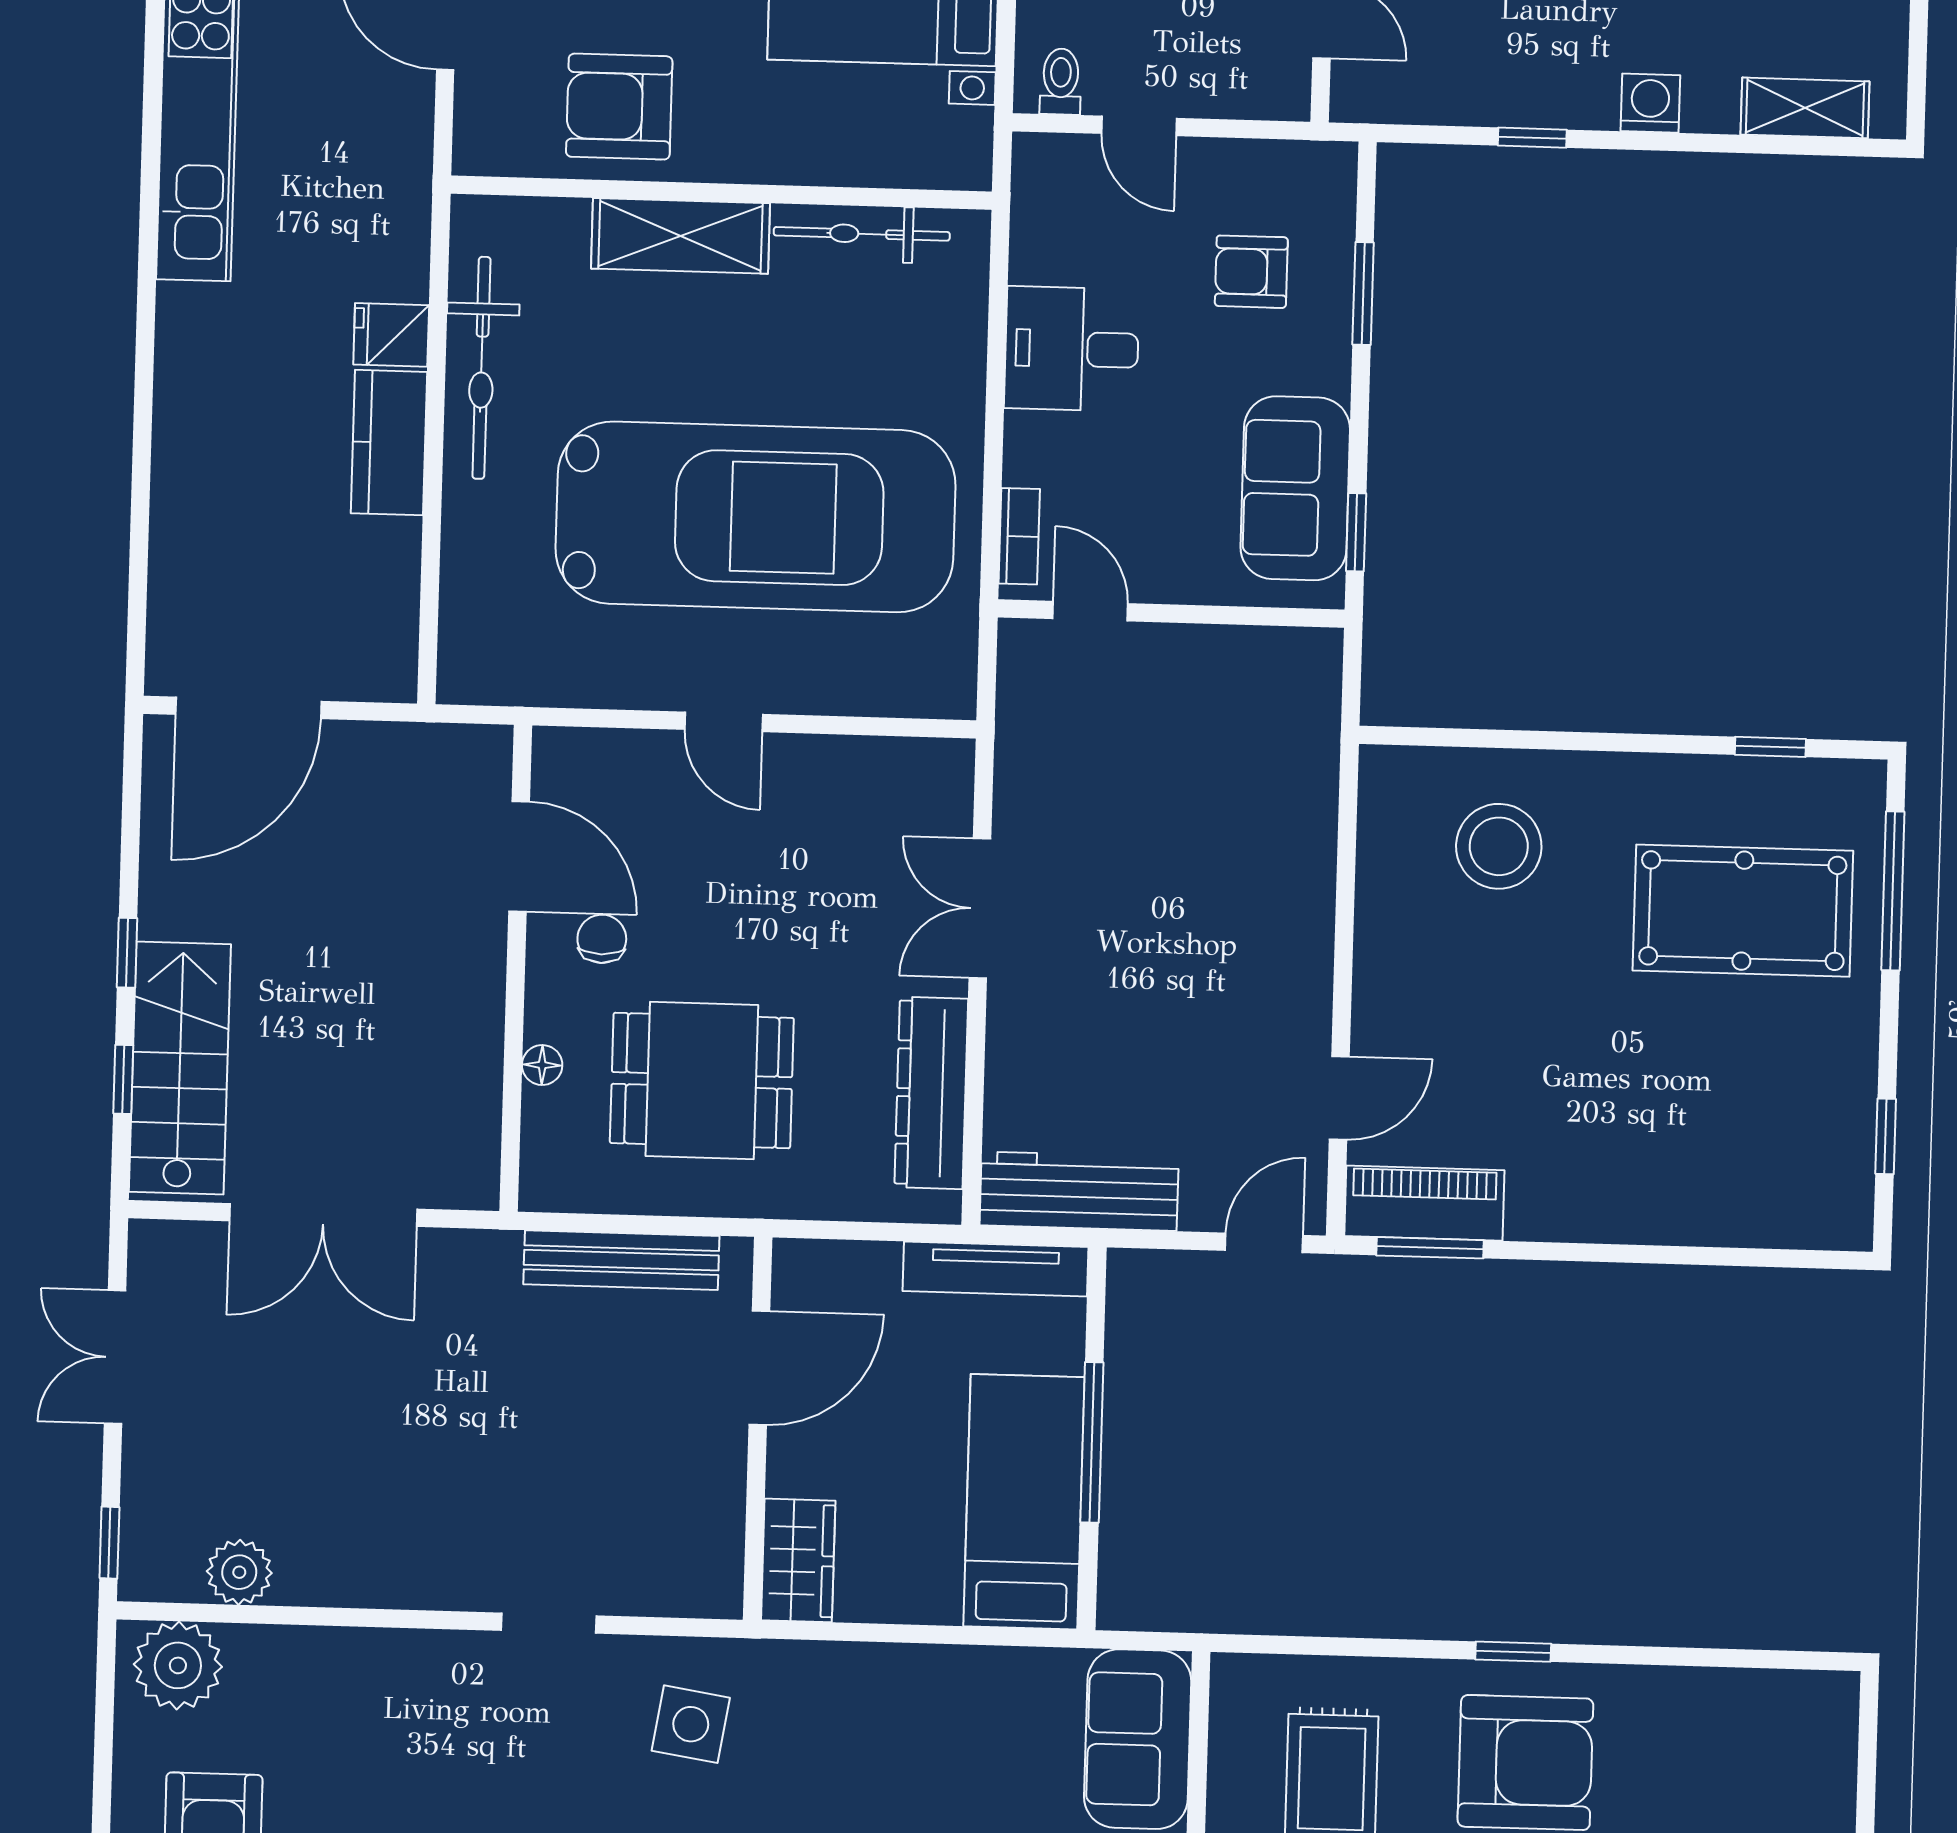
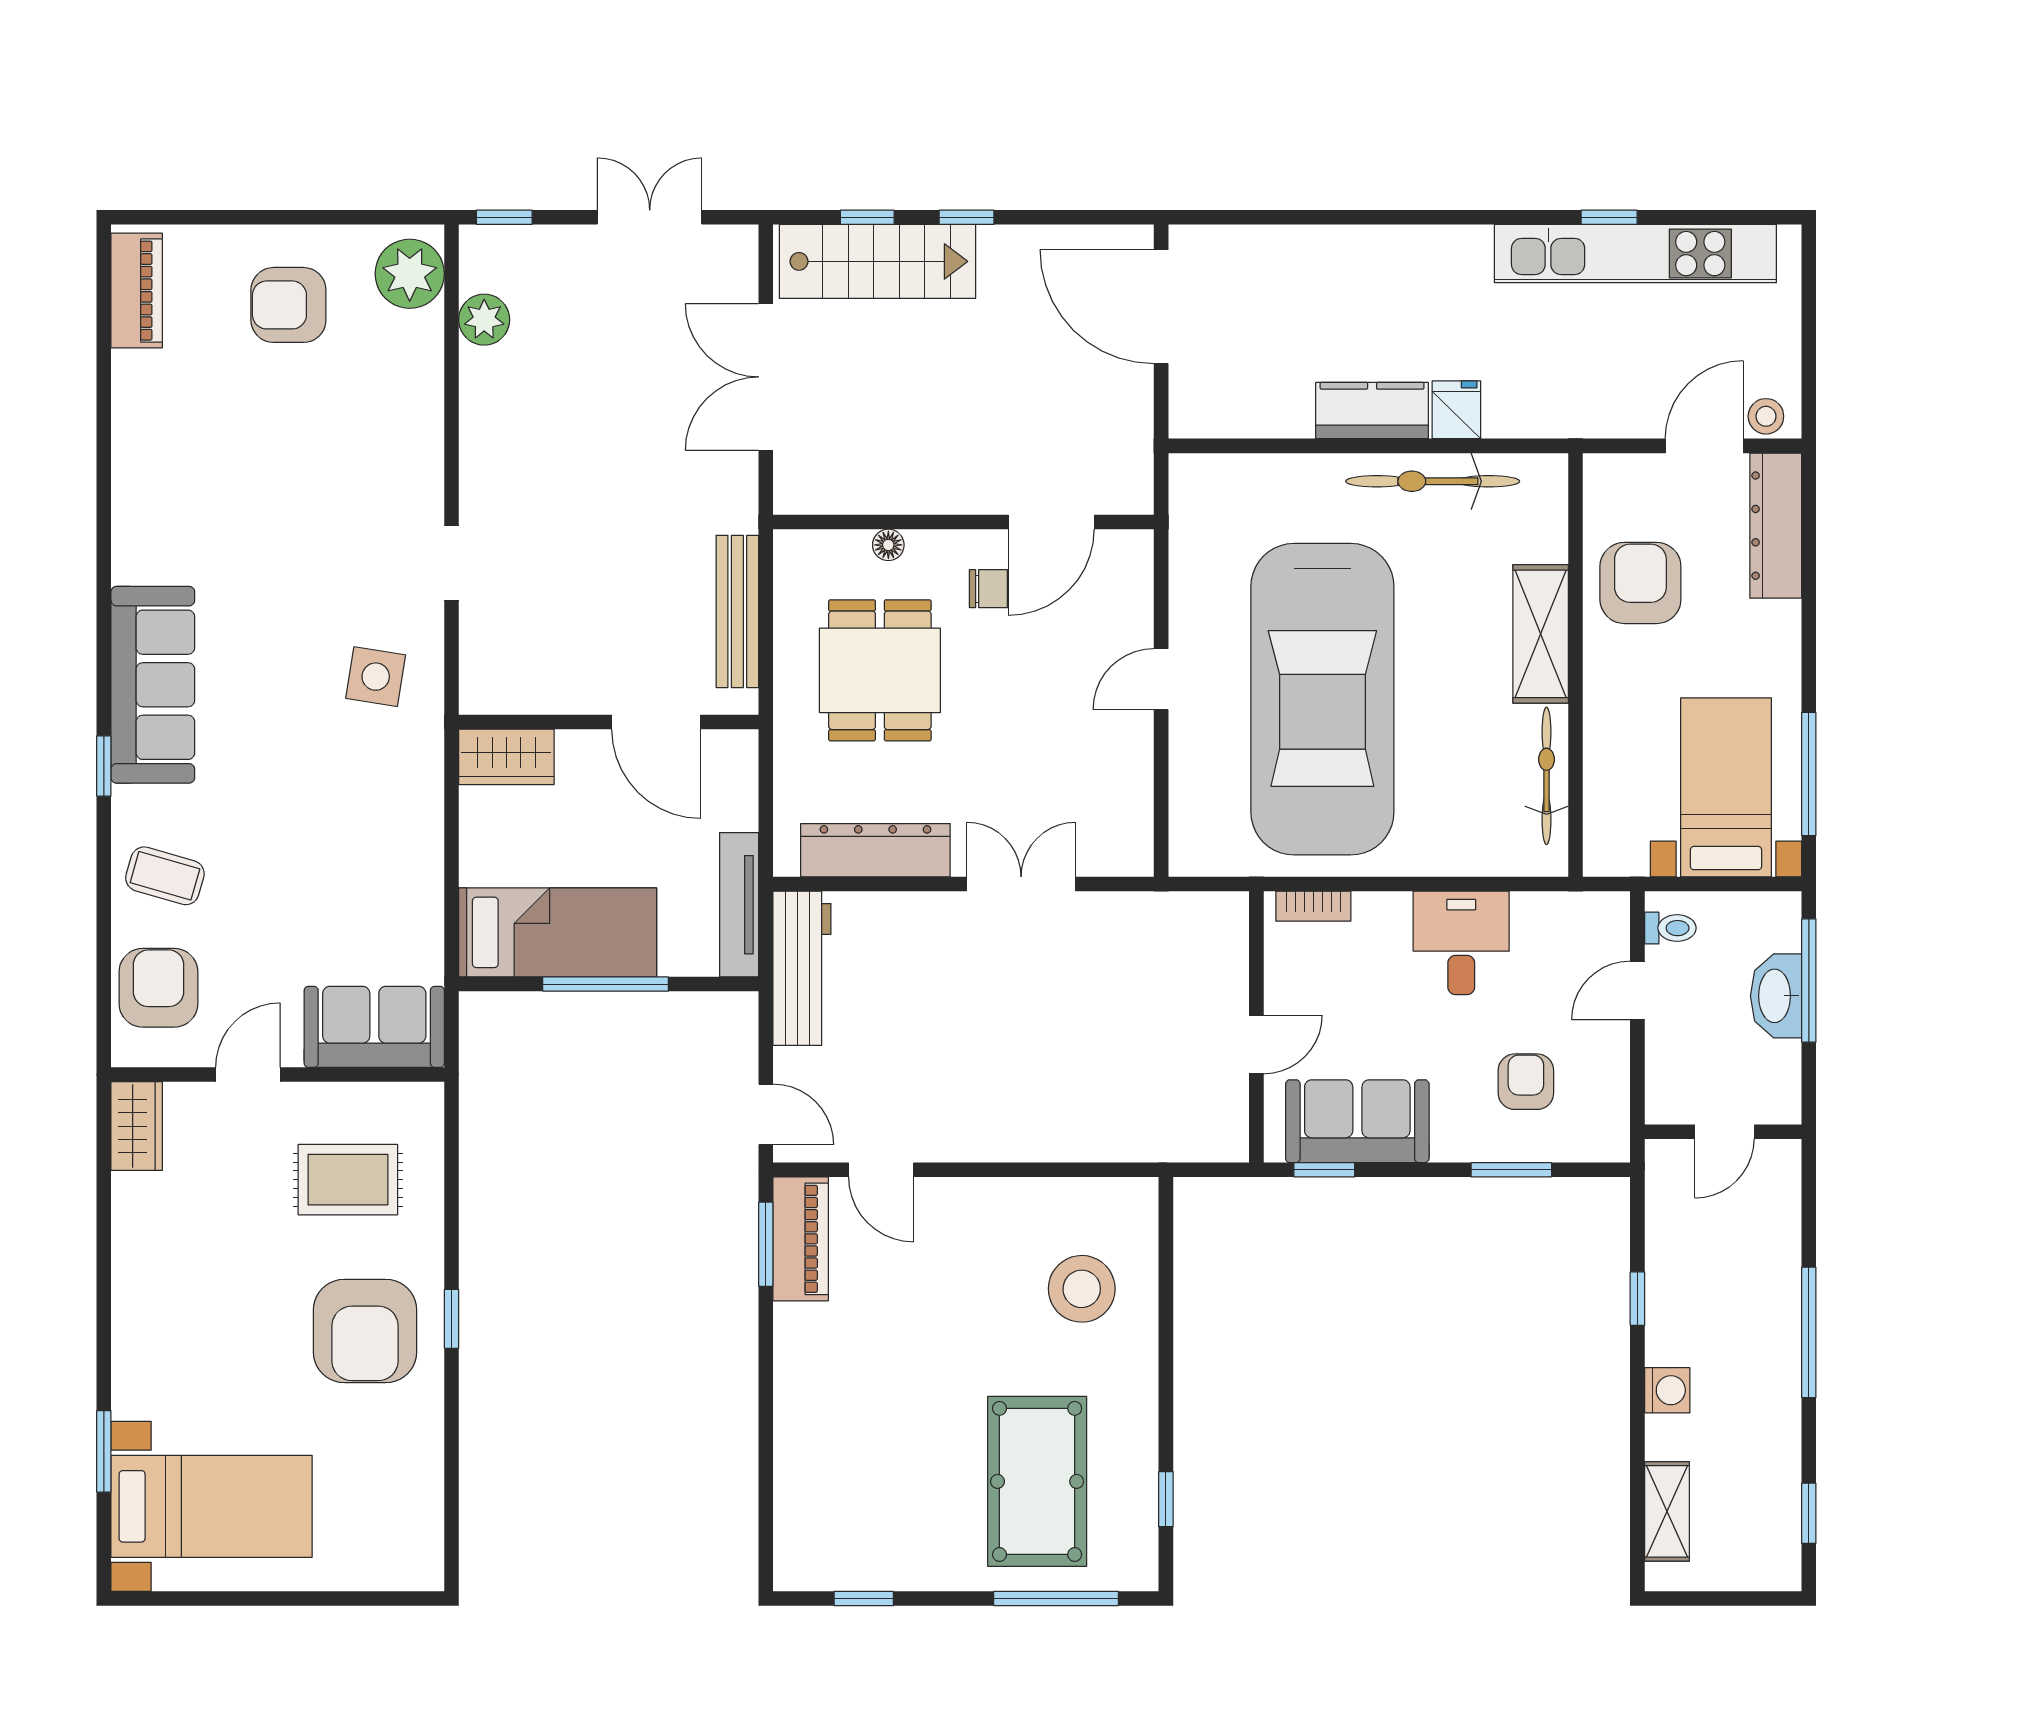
window: (151, 133) -> (1609, 217), added
door: (1090, 611) -> (1256, 1045), moved

